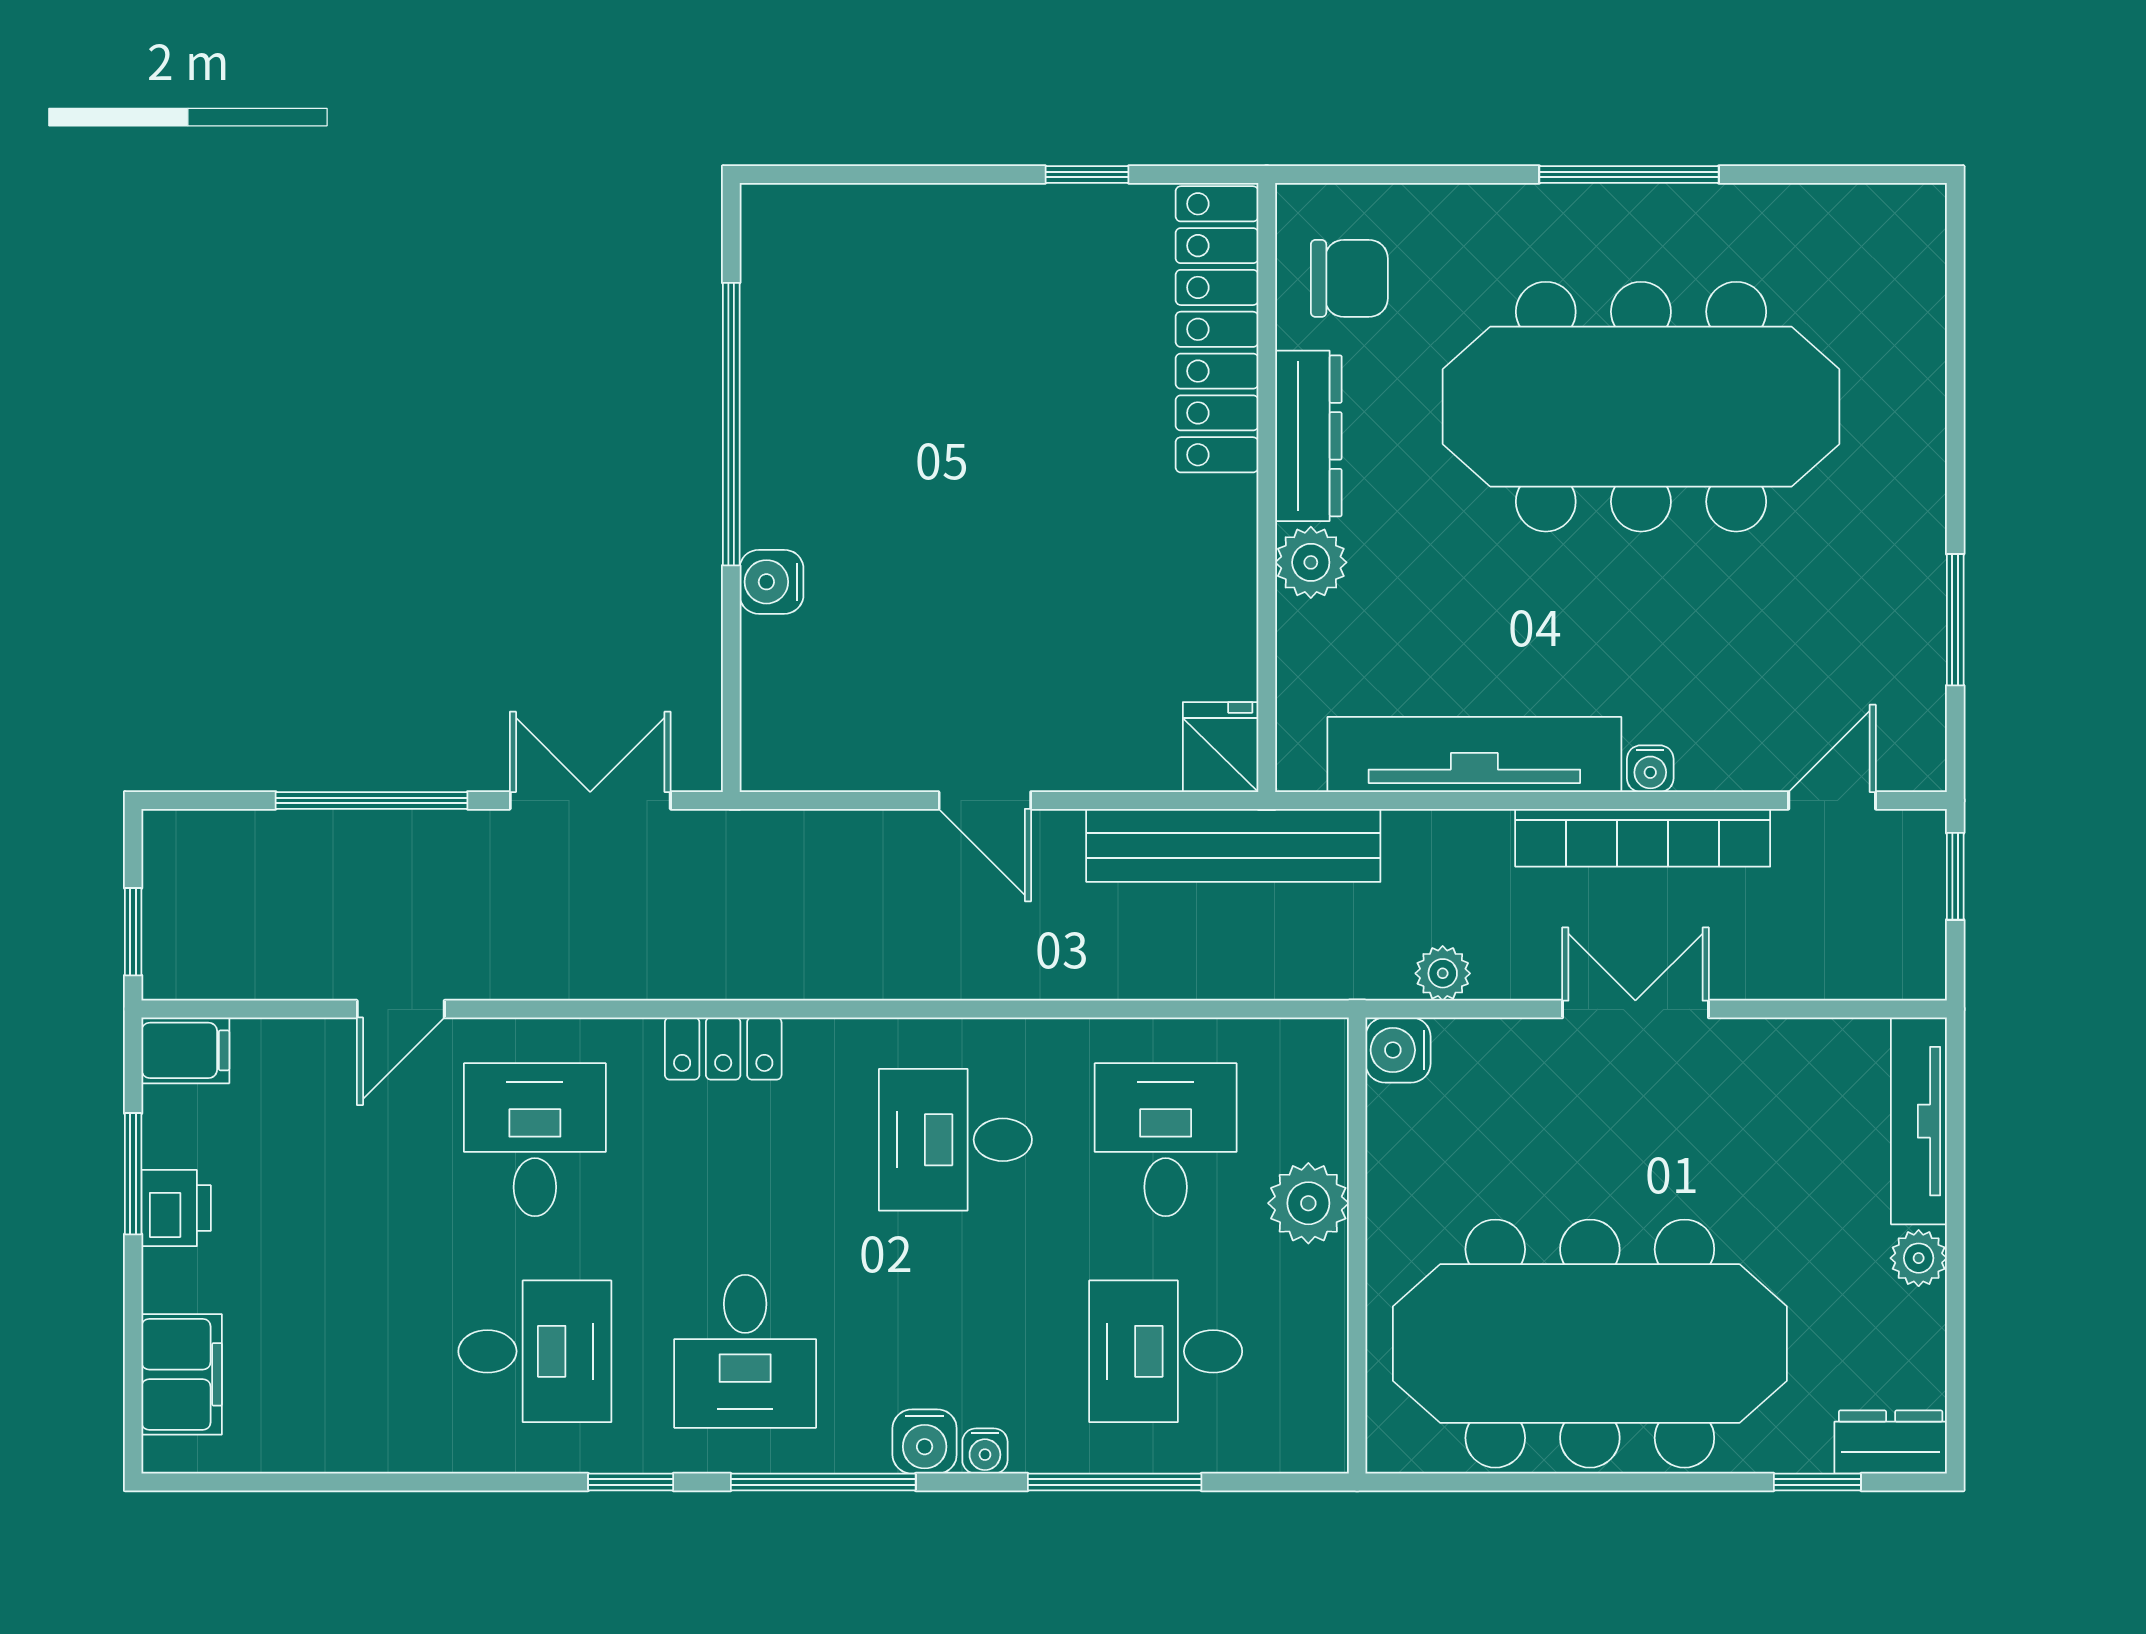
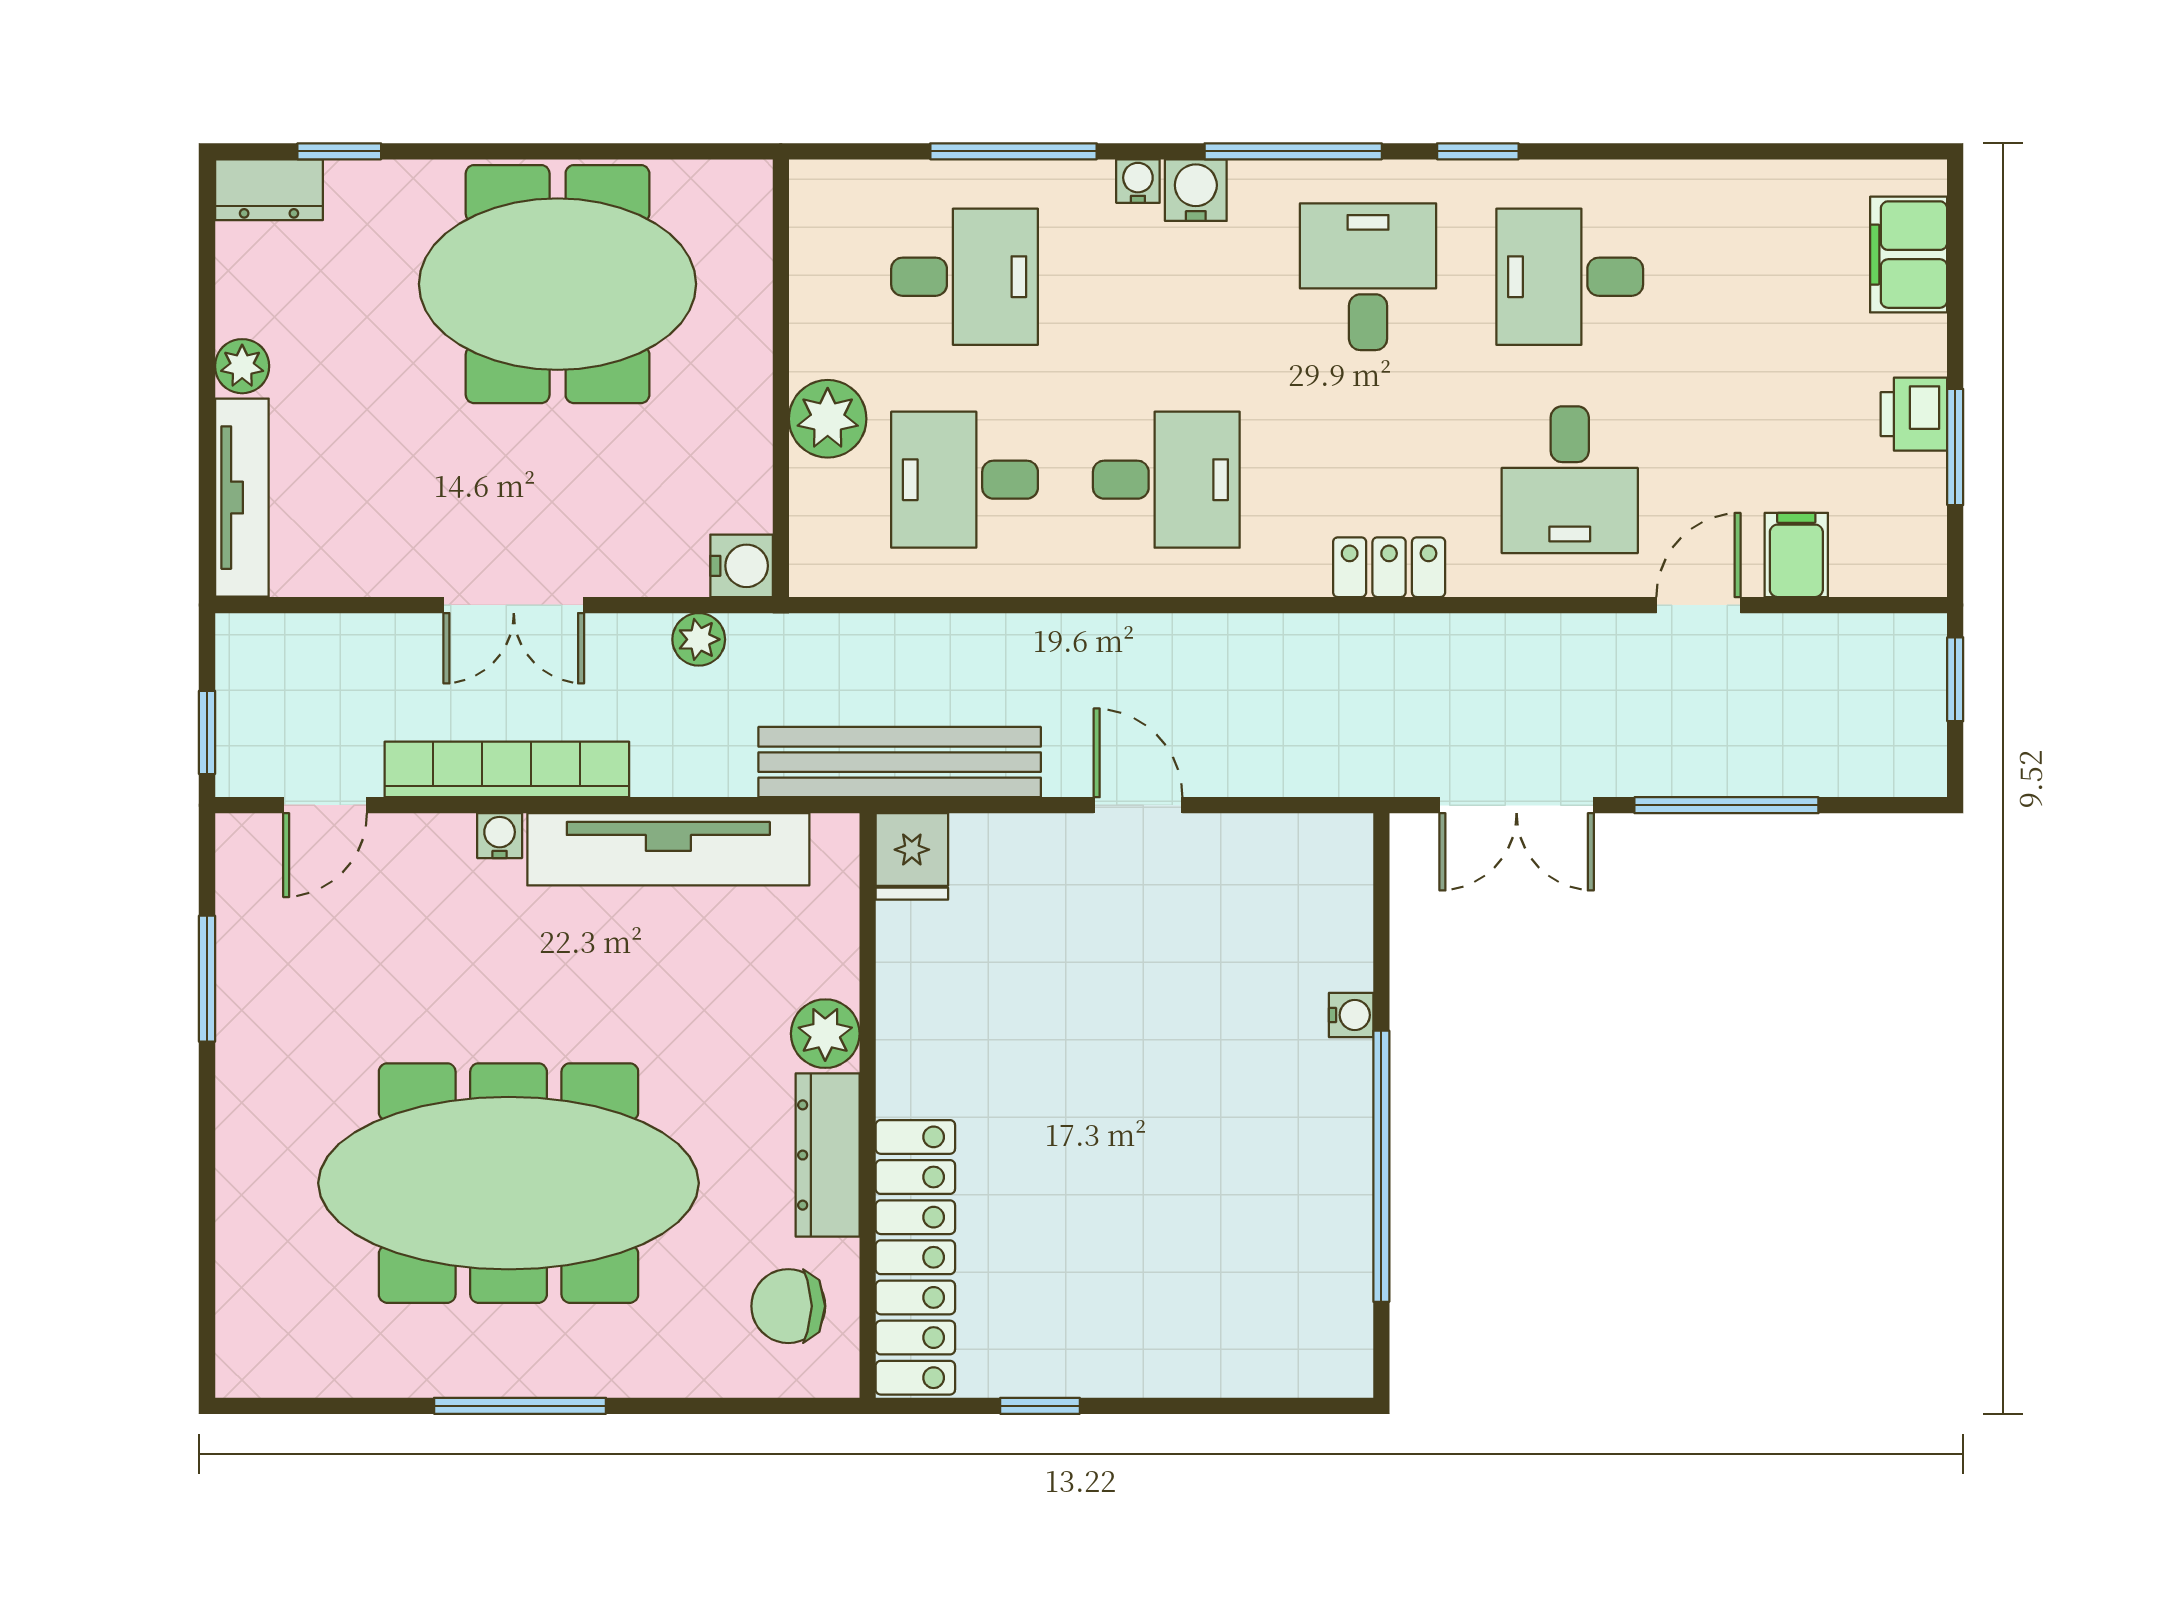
water cooler: (772, 582) -> (1351, 1015), width x0.72, depth x0.72
filing cabinet: (185, 1050) -> (1796, 555), moved, turned 90
desk: (1166, 1140) -> (965, 480), turned 90
meeting table: (1590, 1344) -> (558, 284), width x0.73

